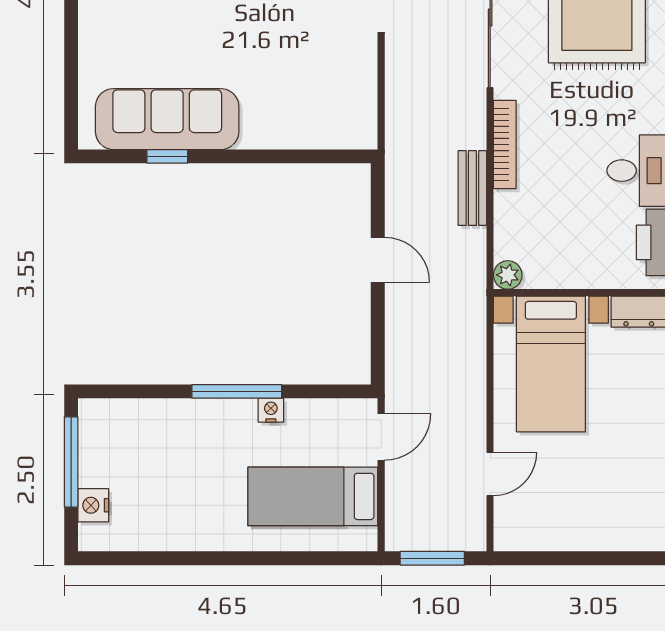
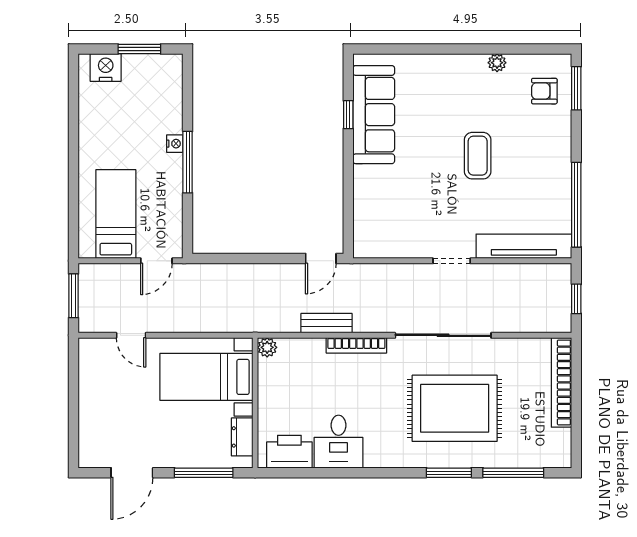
door: (378, 260) -> (321, 258), moved
nightstand: (271, 410) -> (175, 144), moved
door: (381, 437) -> (156, 261), hinge flipped
window: (71, 462) -> (139, 49), width x0.69
nightstand: (93, 505) -> (106, 67), width x1.36, depth x1.33

